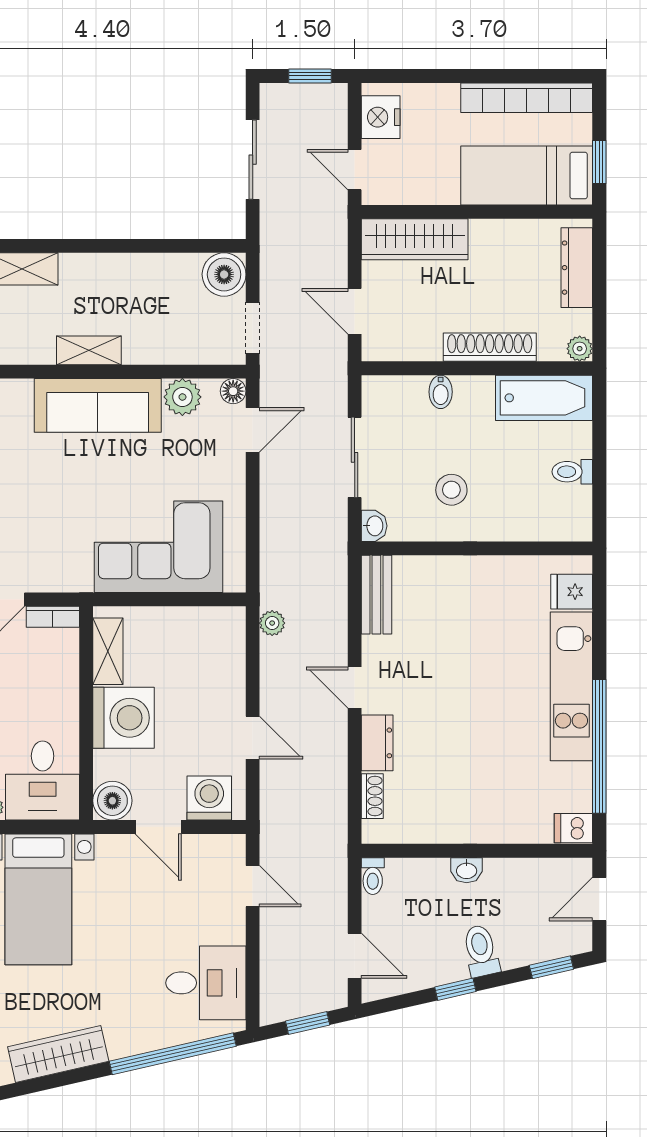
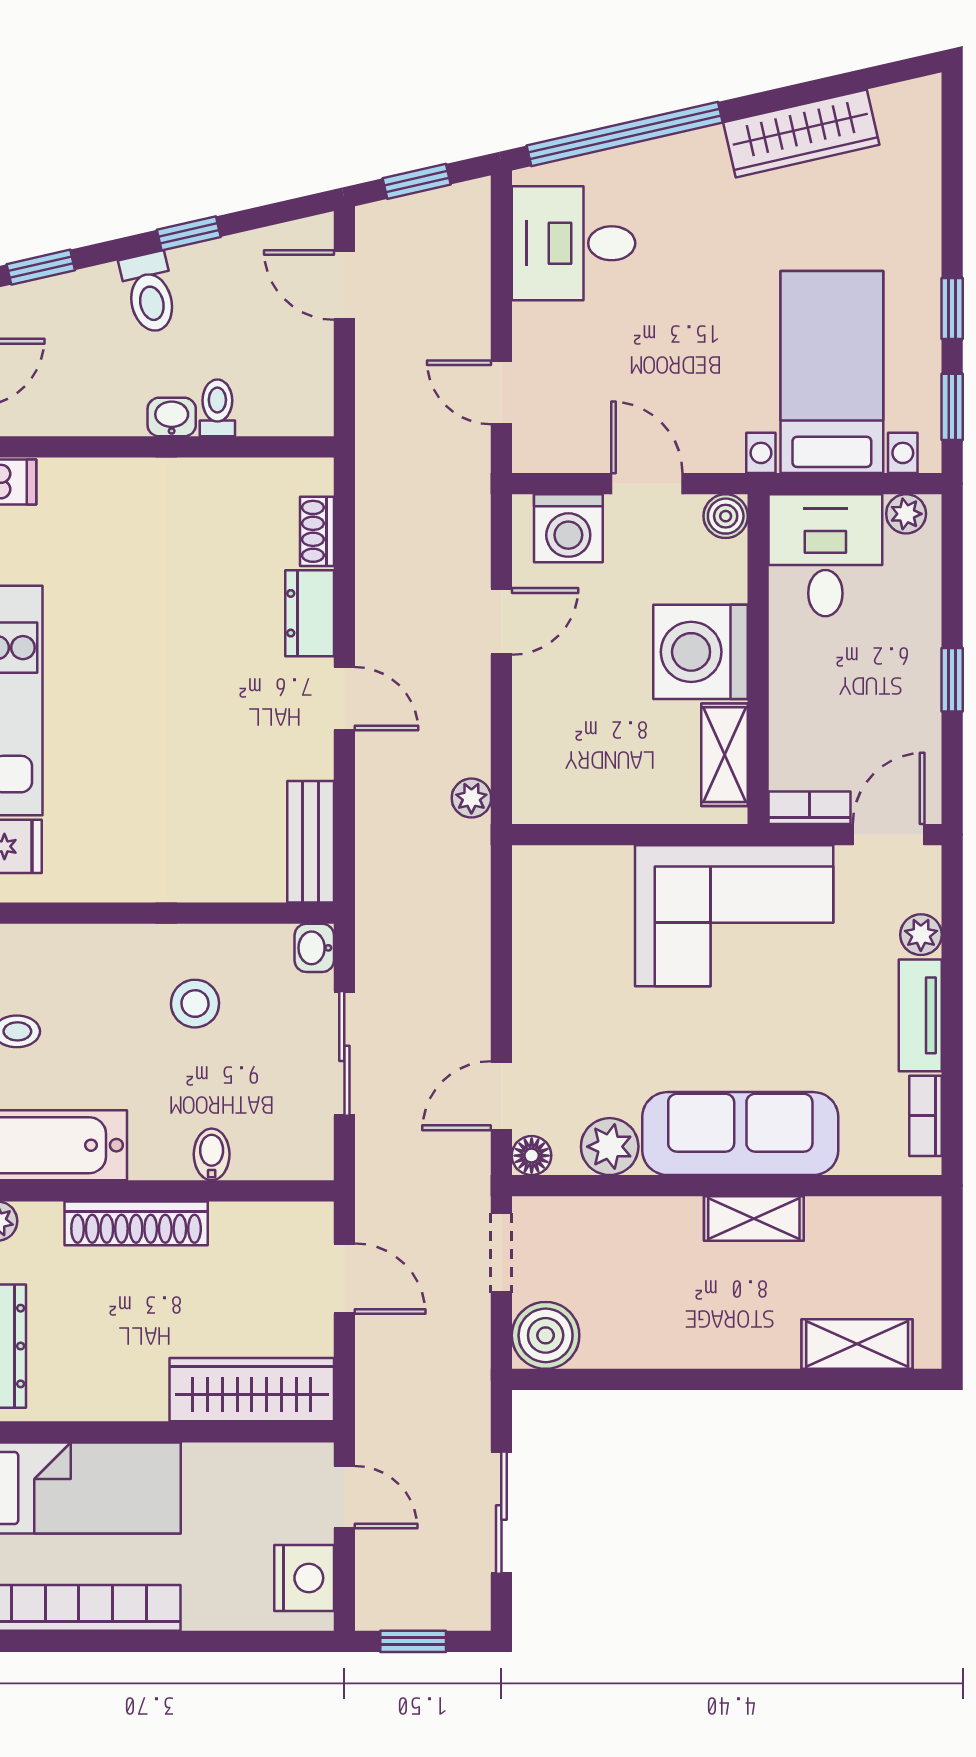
corner sofa: (158, 547) -> (734, 916), moved
door: (253, 738) -> (501, 621), swing flipped
boiler: (112, 801) -> (726, 516), width x0.73, depth x0.73
toilet: (373, 876) -> (217, 408), moved

